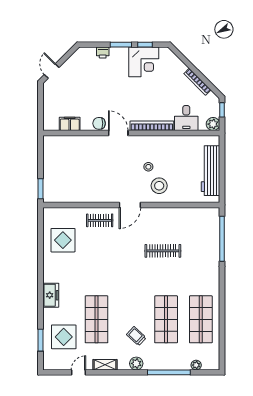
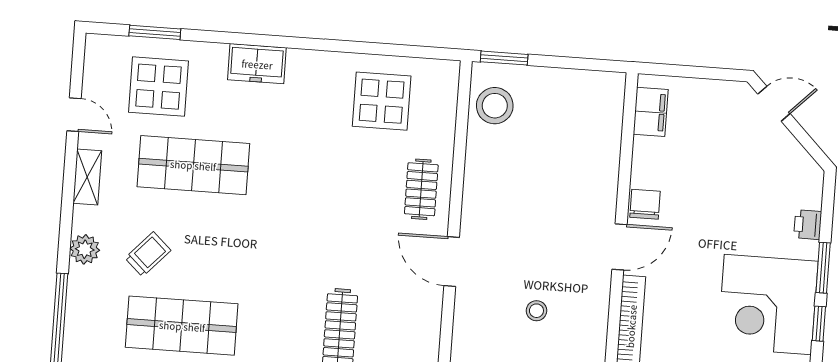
corner desk: (144, 62) -> (768, 305), width x1.36, depth x1.36
filing cabinet: (70, 124) -> (651, 112), moved
stool: (159, 186) -> (495, 106), moved

